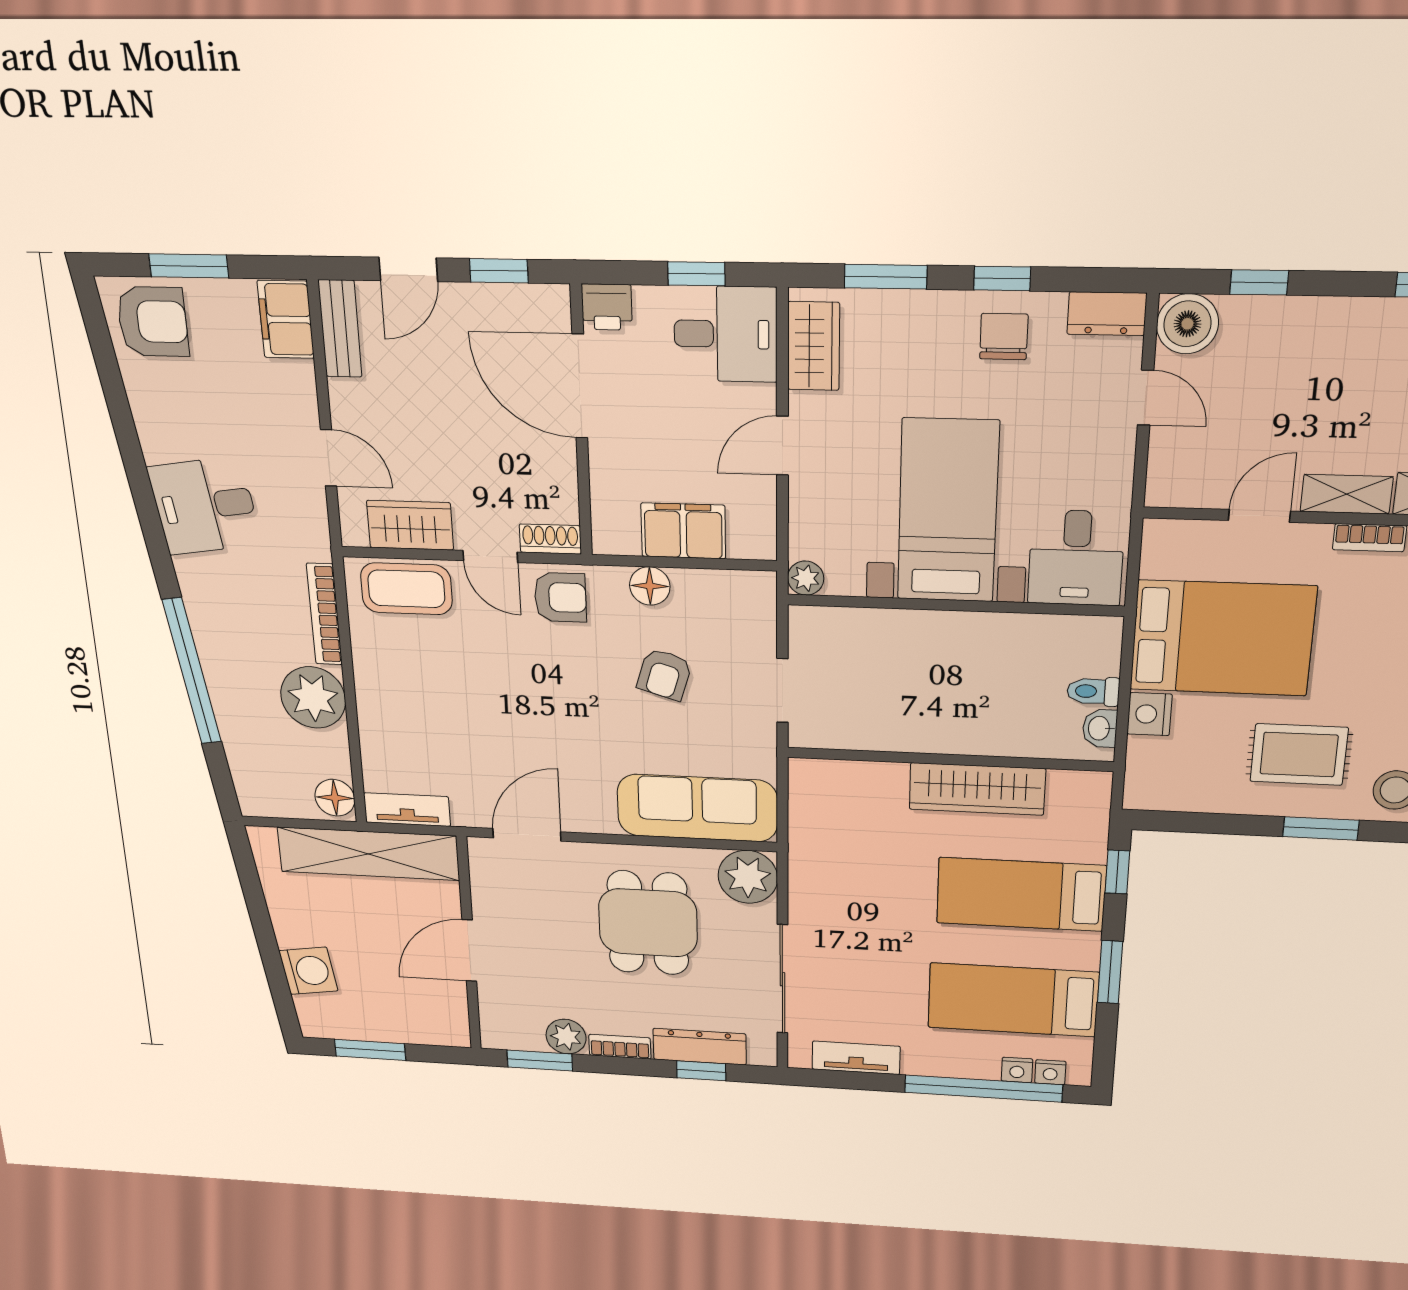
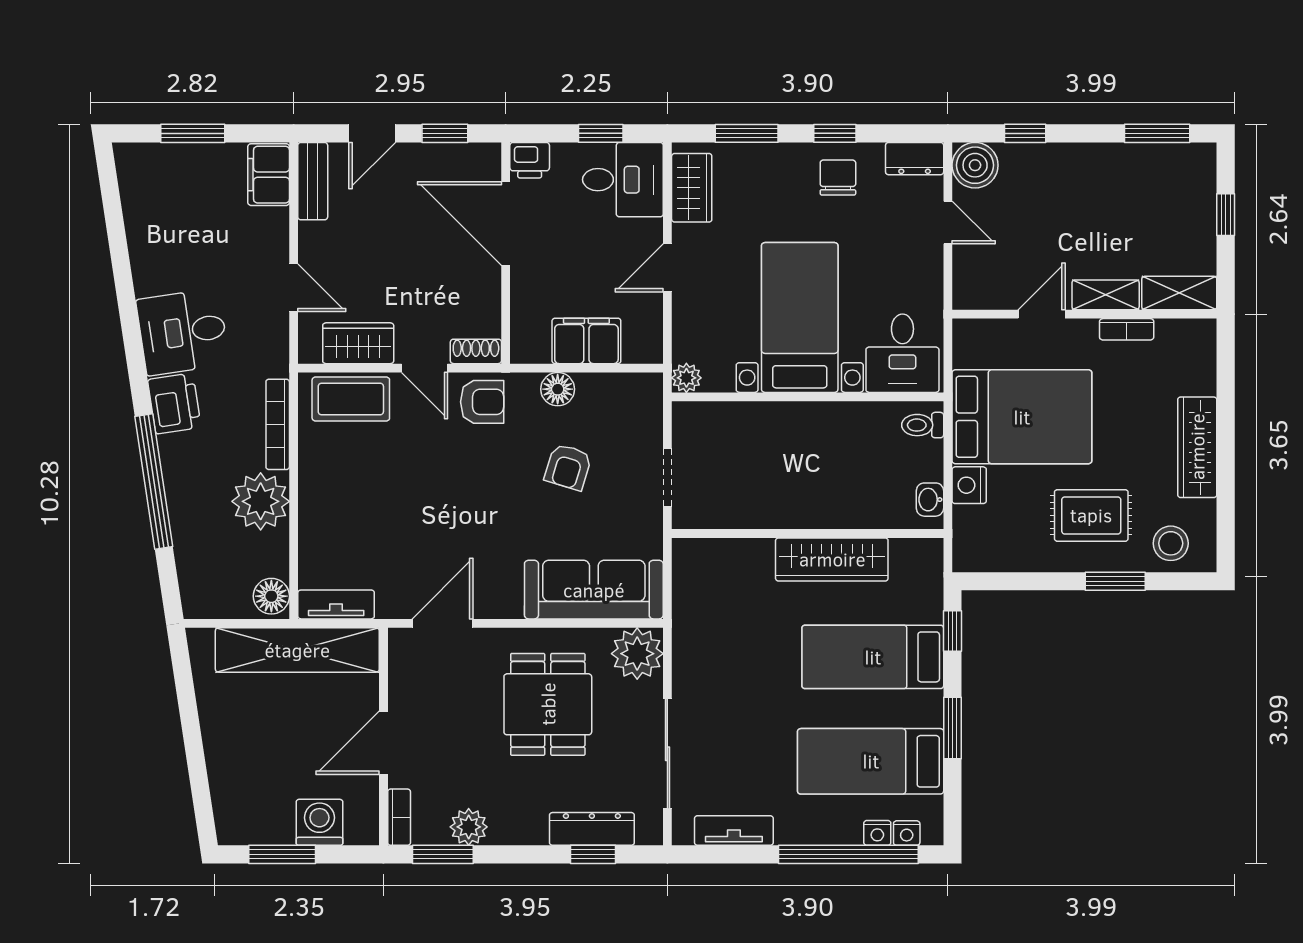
armchair: (153, 322) -> (157, 178), removed
printer: (205, 587) -> (174, 403), added
toilet: (1093, 691) -> (923, 425), moved
washing machine: (308, 971) -> (319, 822), moved, turned -81
bookcase: (620, 1047) -> (399, 817), moved, turned 90

